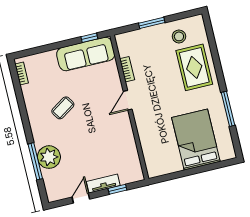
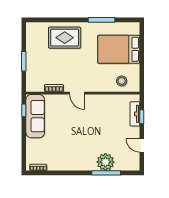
stool: (179, 36) -> (122, 81), moved
coffee table: (63, 108) -> (71, 143), removed
tv unit: (103, 183) -> (135, 114), moved

